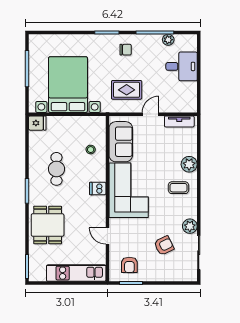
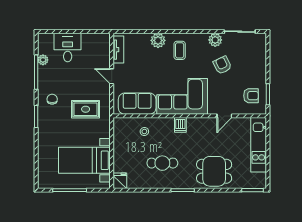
bed with nightstands: (68, 85) -> (84, 160), width x0.73
rug: (127, 90) -> (86, 109), moved, turned 90
armchair: (164, 246) -> (222, 65), moved

